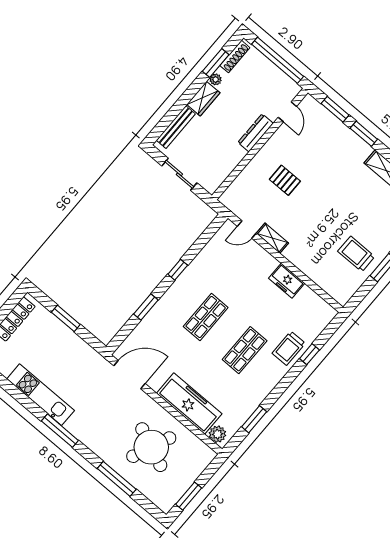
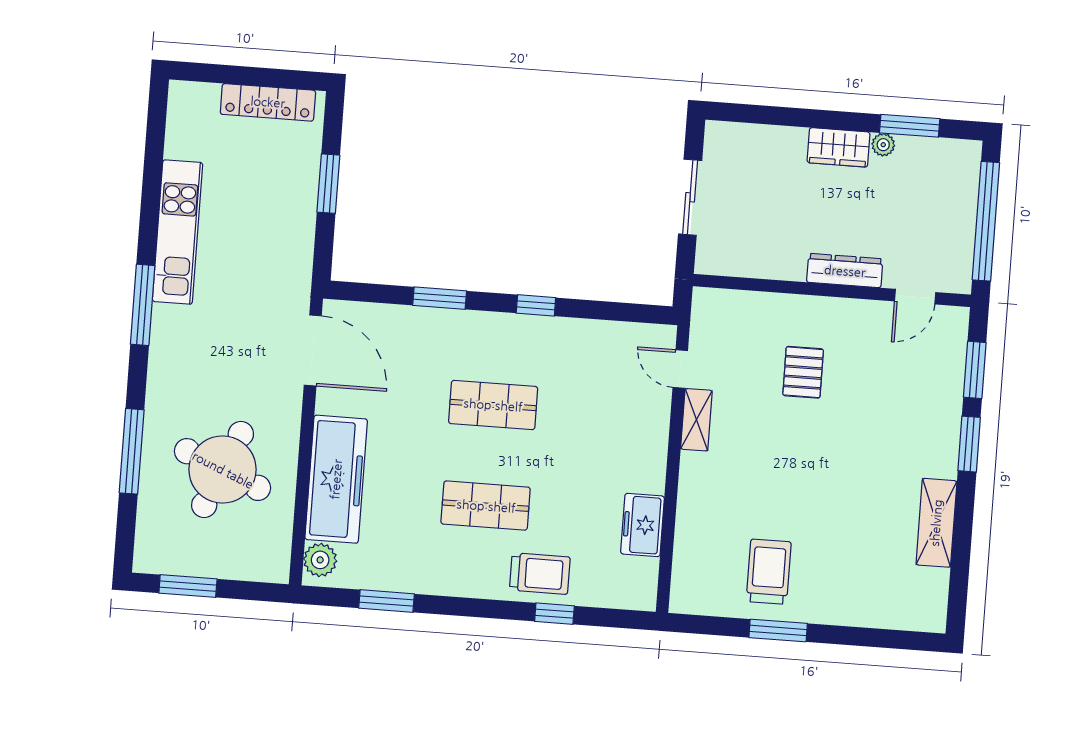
shoe rack: (235, 57) -> (942, 149), removed
bench: (176, 127) -> (761, 137), removed
freezer: (287, 281) -> (643, 525), moved
trolley: (289, 348) -> (540, 574), turned 180

